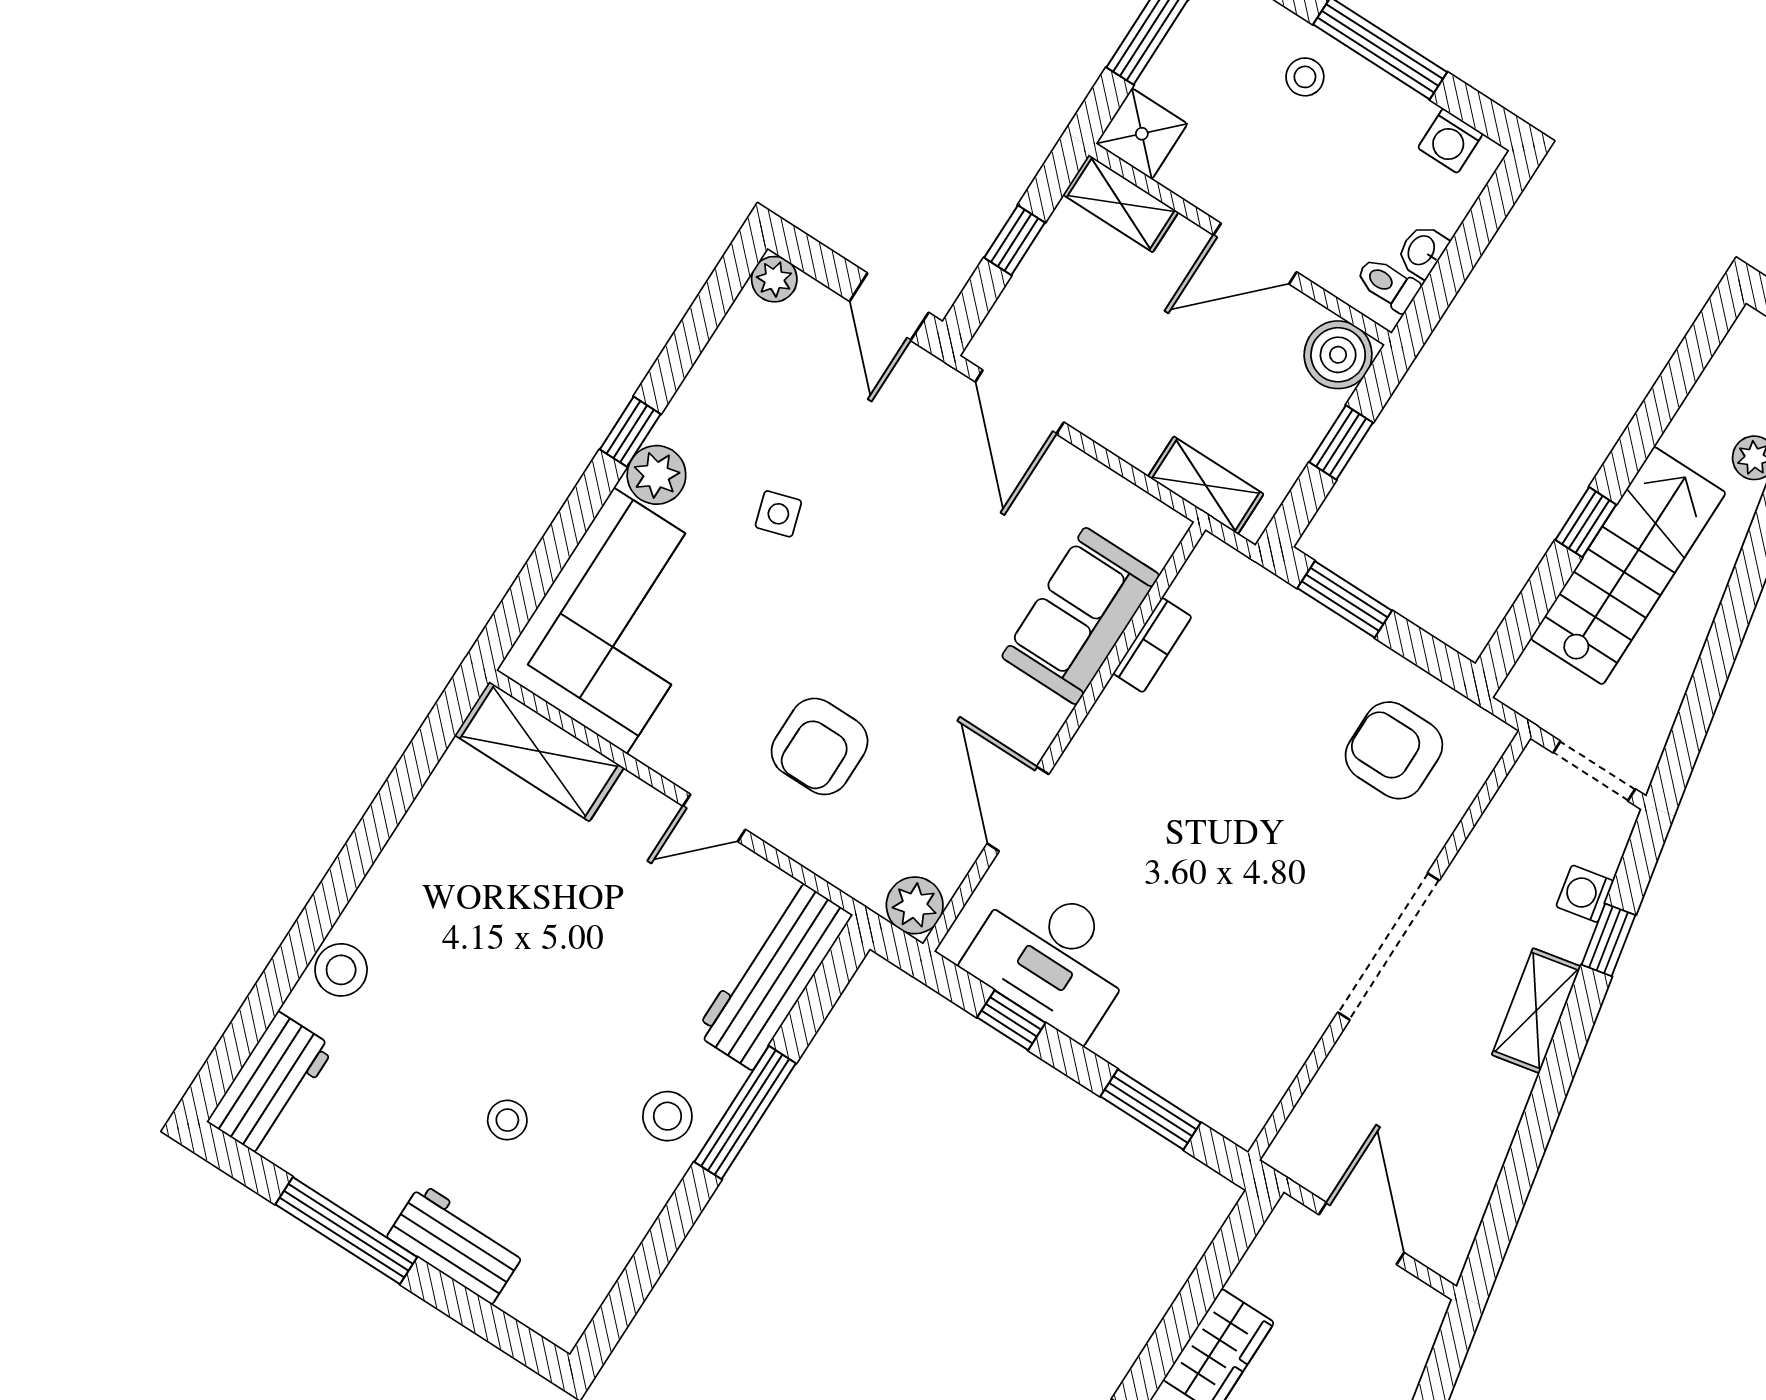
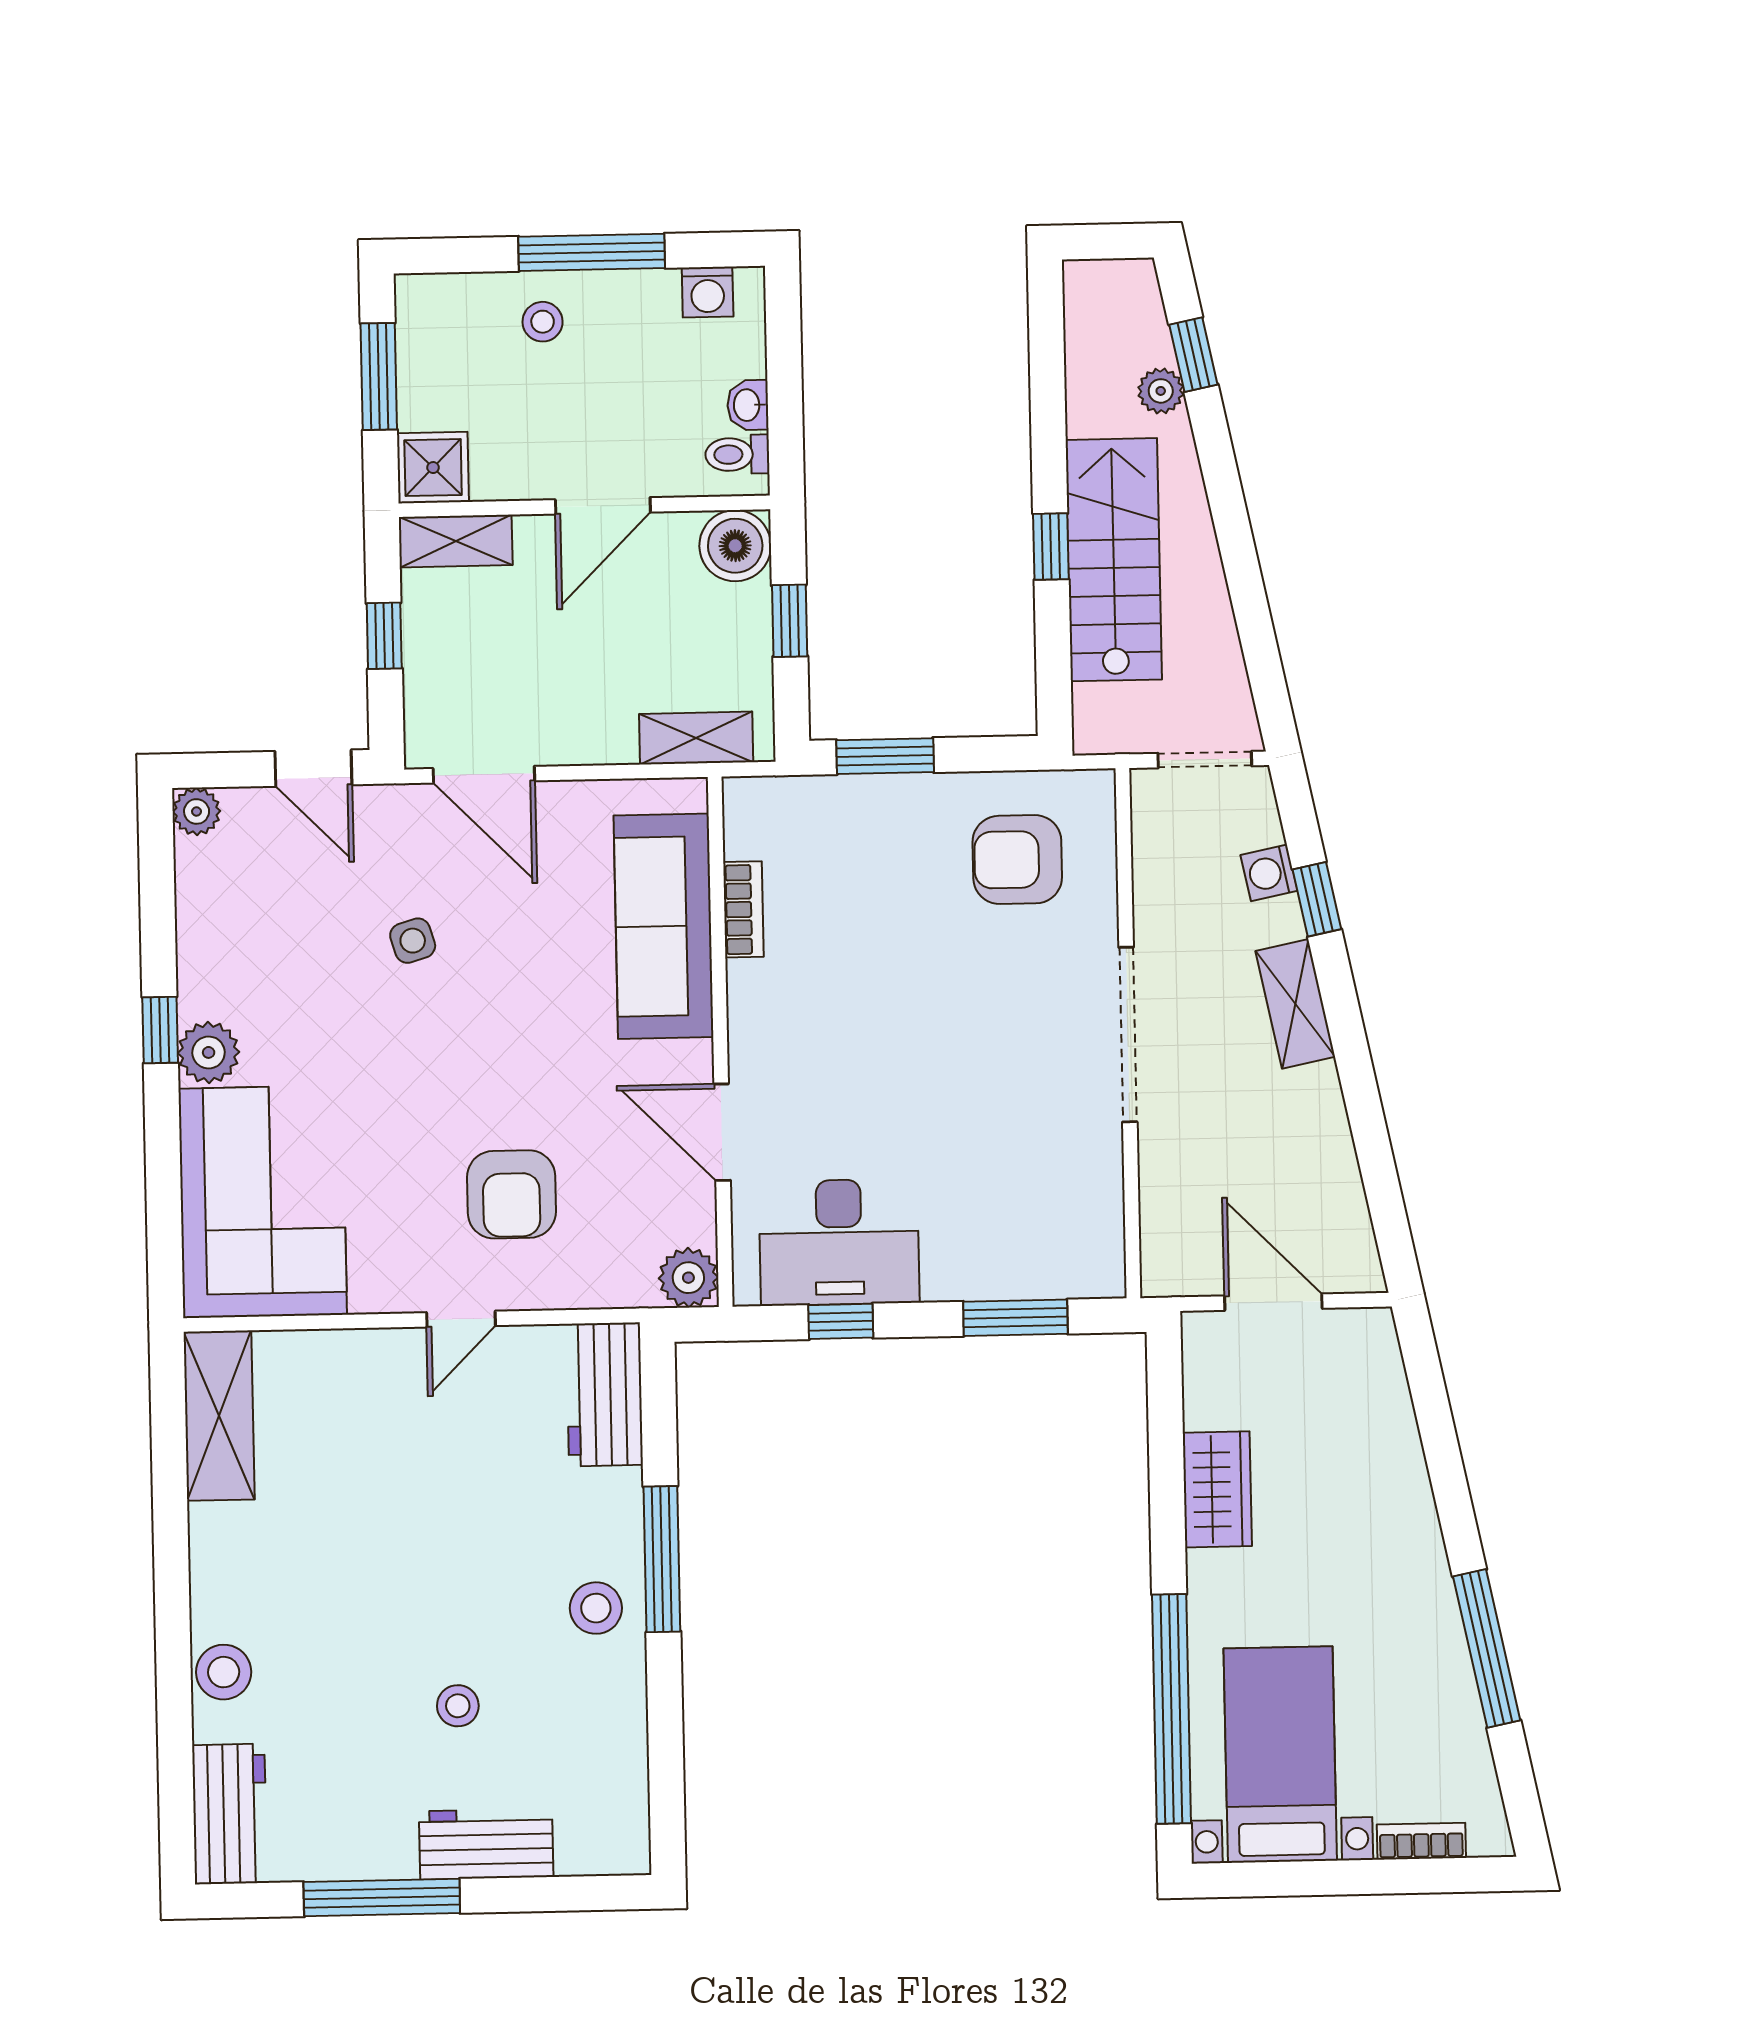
side table: (778, 514) -> (413, 941), moved
sofa: (1081, 616) -> (663, 926), width x1.36
shelving: (539, 751) -> (219, 1416), moved, turned 90
workbench: (773, 974) -> (605, 1394), width x0.73

